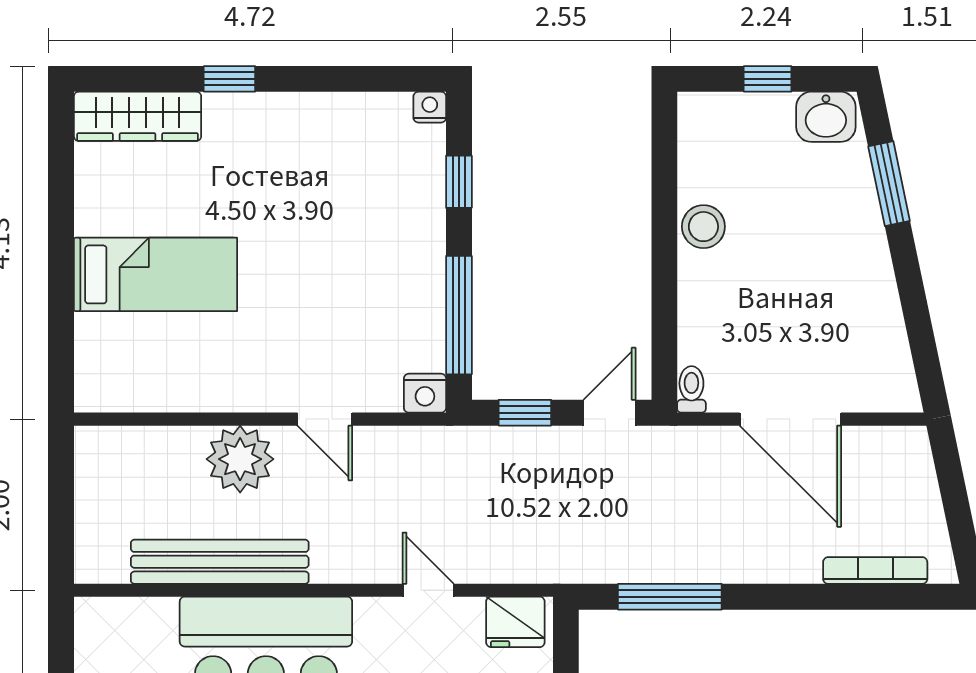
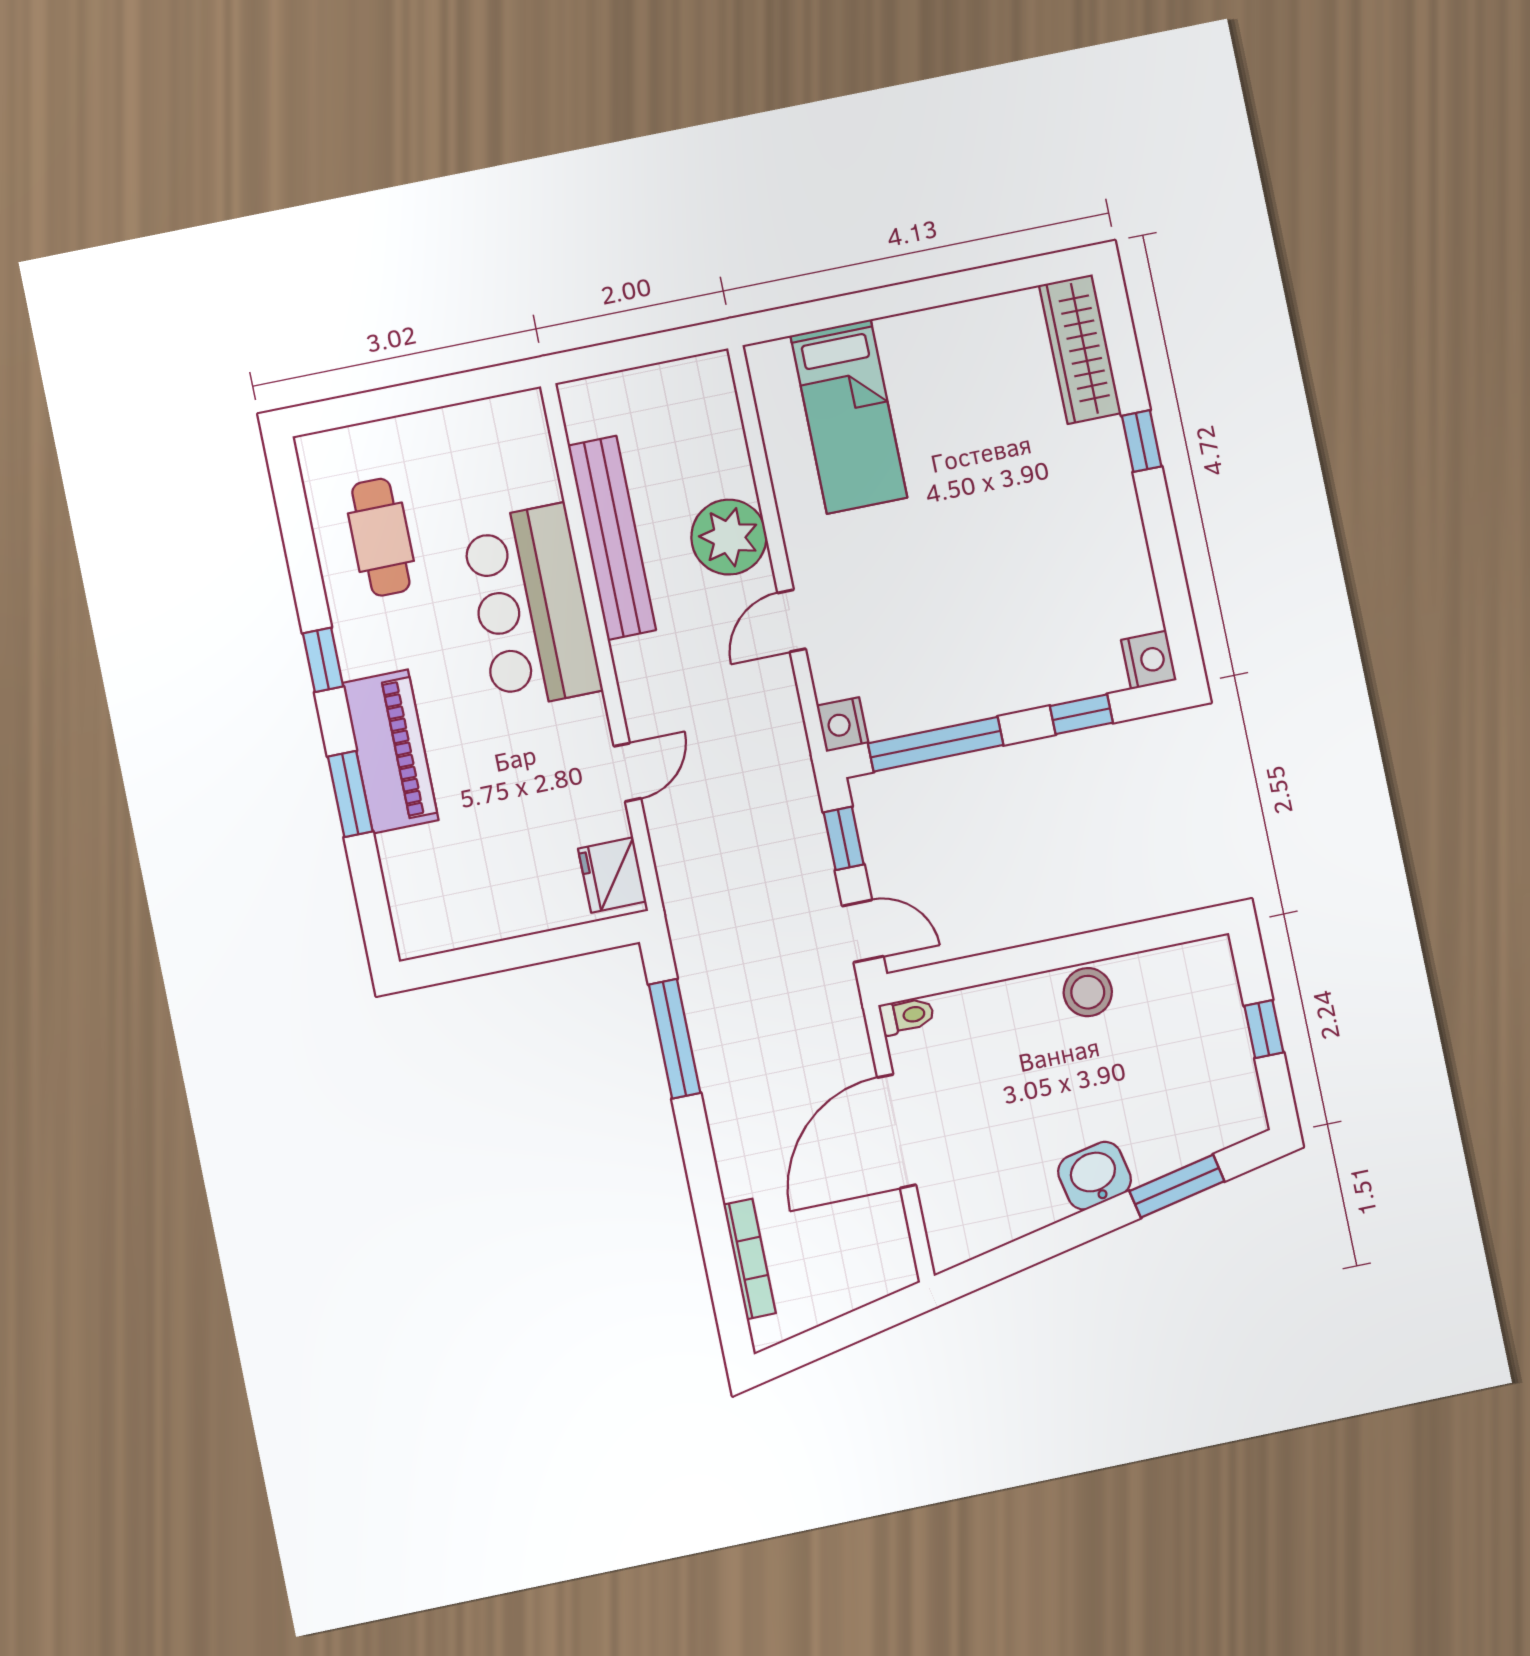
nightstand: (430, 107) -> (1149, 660), width x1.39, depth x1.35
washbasin: (826, 117) -> (1094, 1176), moved, turned 78
bed: (155, 274) -> (849, 417), moved

